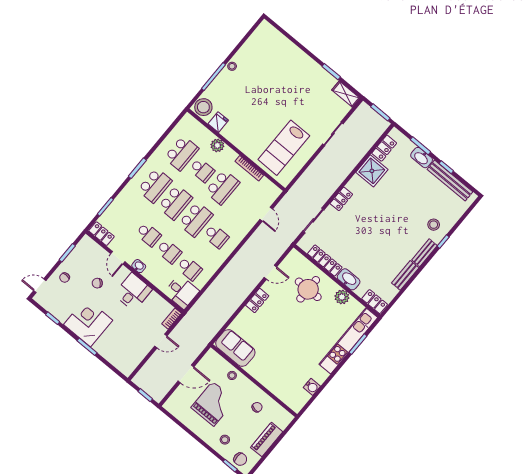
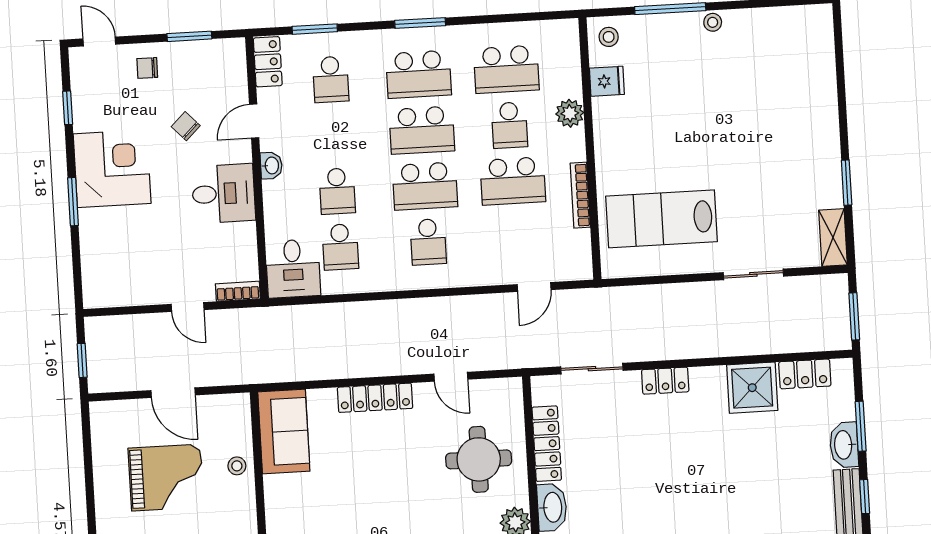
stool: (203, 107) -> (609, 37), width x0.53, depth x0.53
school desk: (149, 235) -> (331, 79), moved
locker: (257, 301) -> (375, 398), width x1.53

